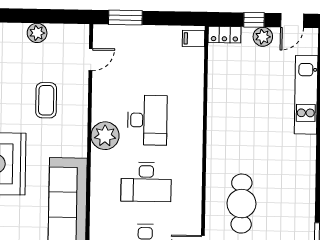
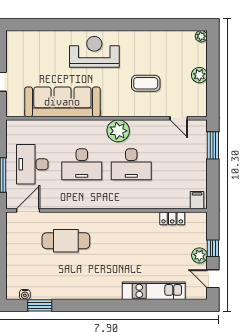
locker: (224, 35) -> (172, 218), moved, turned -90
desk: (146, 182) -> (82, 164), turned -90

